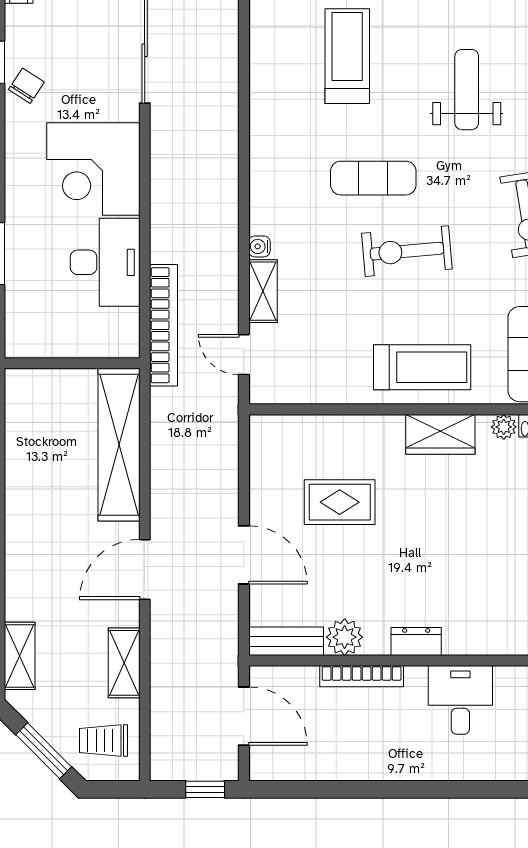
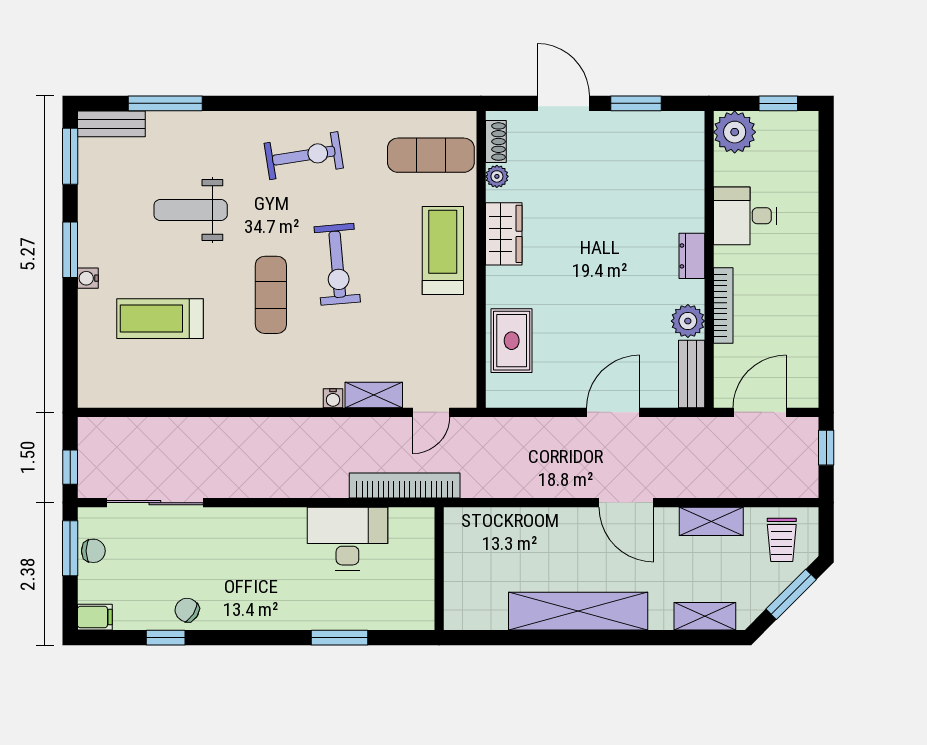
corner desk: (93, 169) -> (263, 549), removed
shelving: (119, 445) -> (578, 611), moved
rug: (340, 502) -> (512, 341), moved

